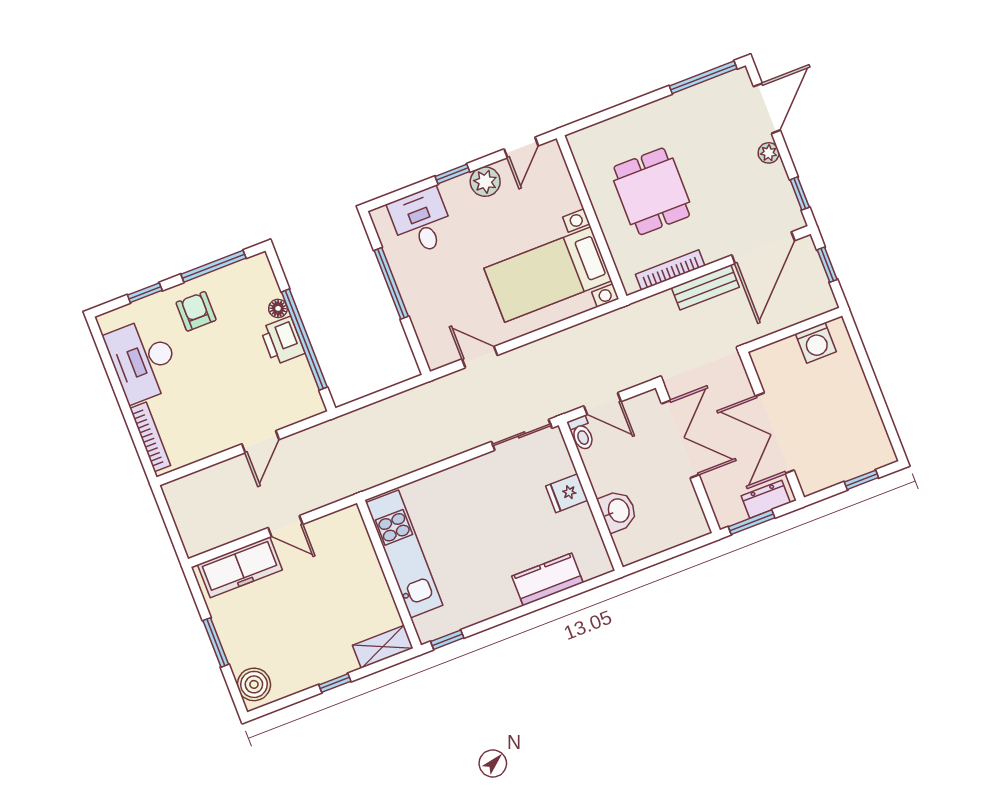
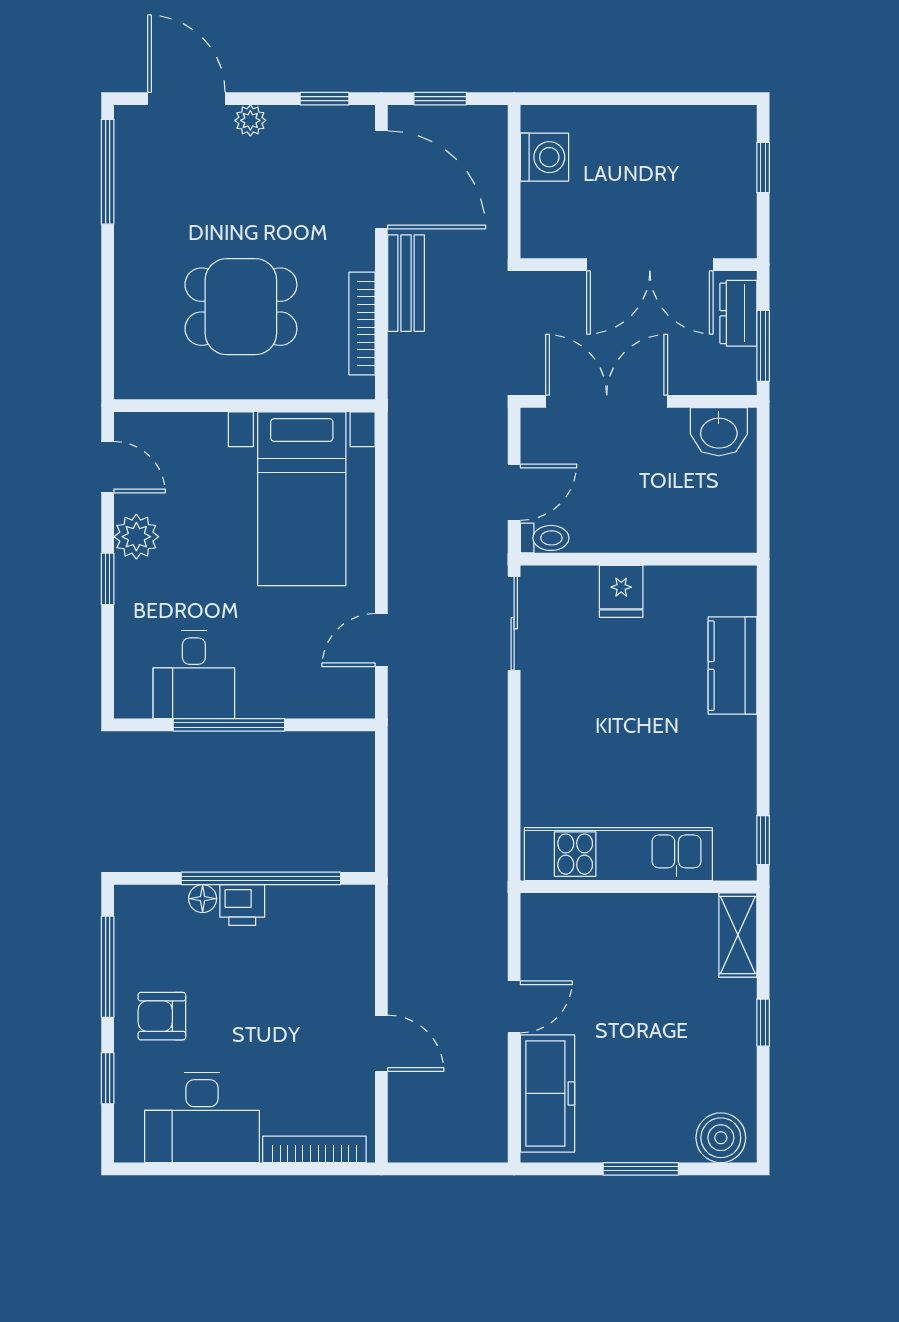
desk: (421, 221) -> (194, 675), moved, turned -90
printer: (282, 341) -> (242, 905), width x0.73, depth x0.81
door: (260, 442) -> (381, 1043), moved
washbasin: (618, 511) -> (719, 432), moved, turned 180

